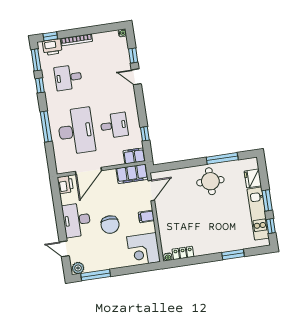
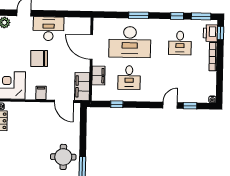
desk: (68, 78) -> (180, 43), turned 180
window: (46, 127) -> (139, 15), width x0.69
filing cabinet: (134, 156) -> (98, 76), moved
printer: (65, 185) -> (83, 24), removed

